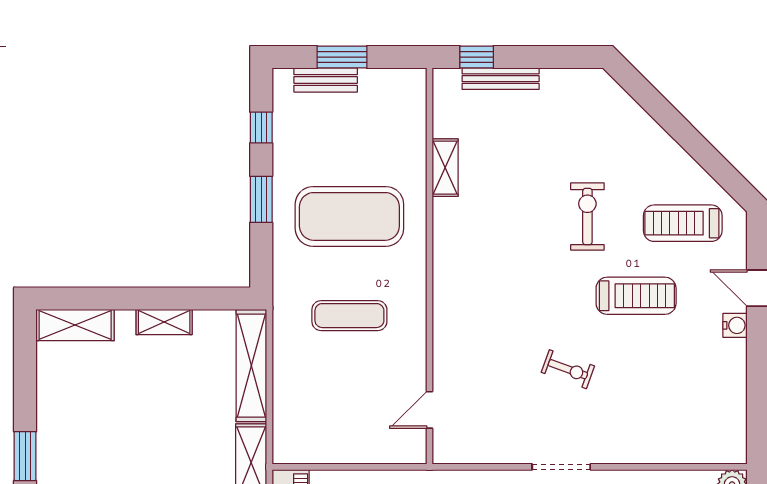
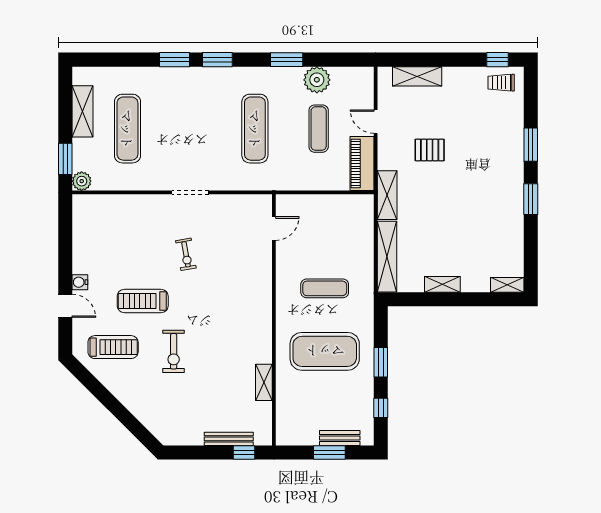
shelving: (75, 325) -> (507, 285), width x0.67, depth x0.75
exercise bike: (568, 369) -> (186, 254), turned -120

